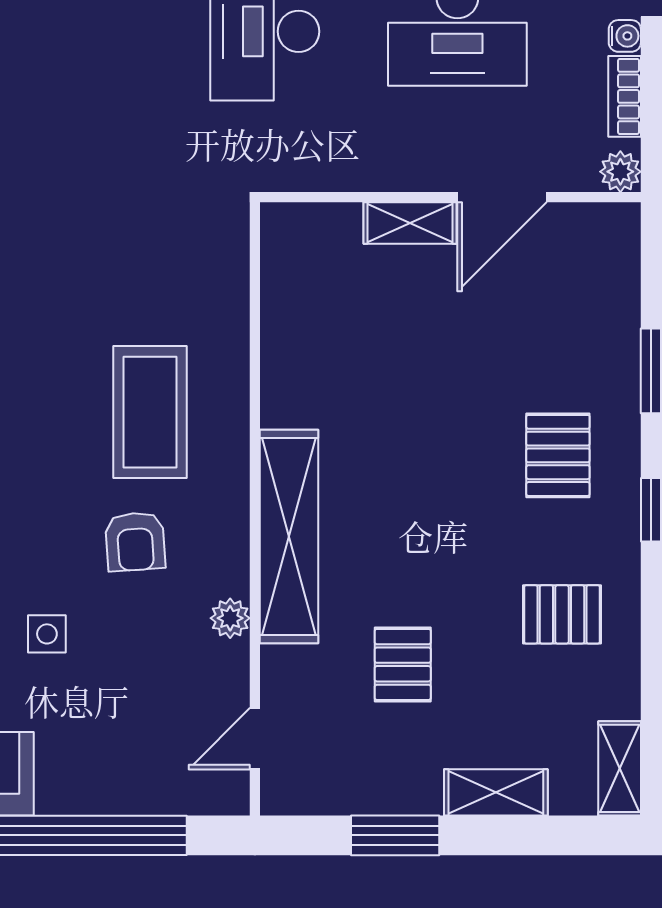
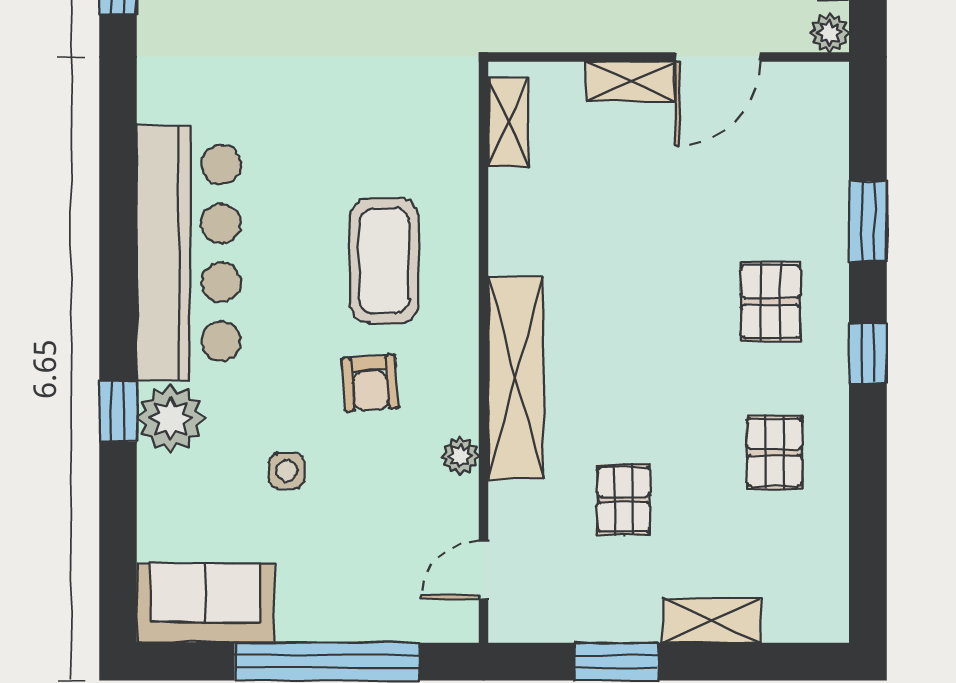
pallet: (562, 614) -> (774, 452), turned 90
shelving: (620, 768) -> (508, 122), moved

